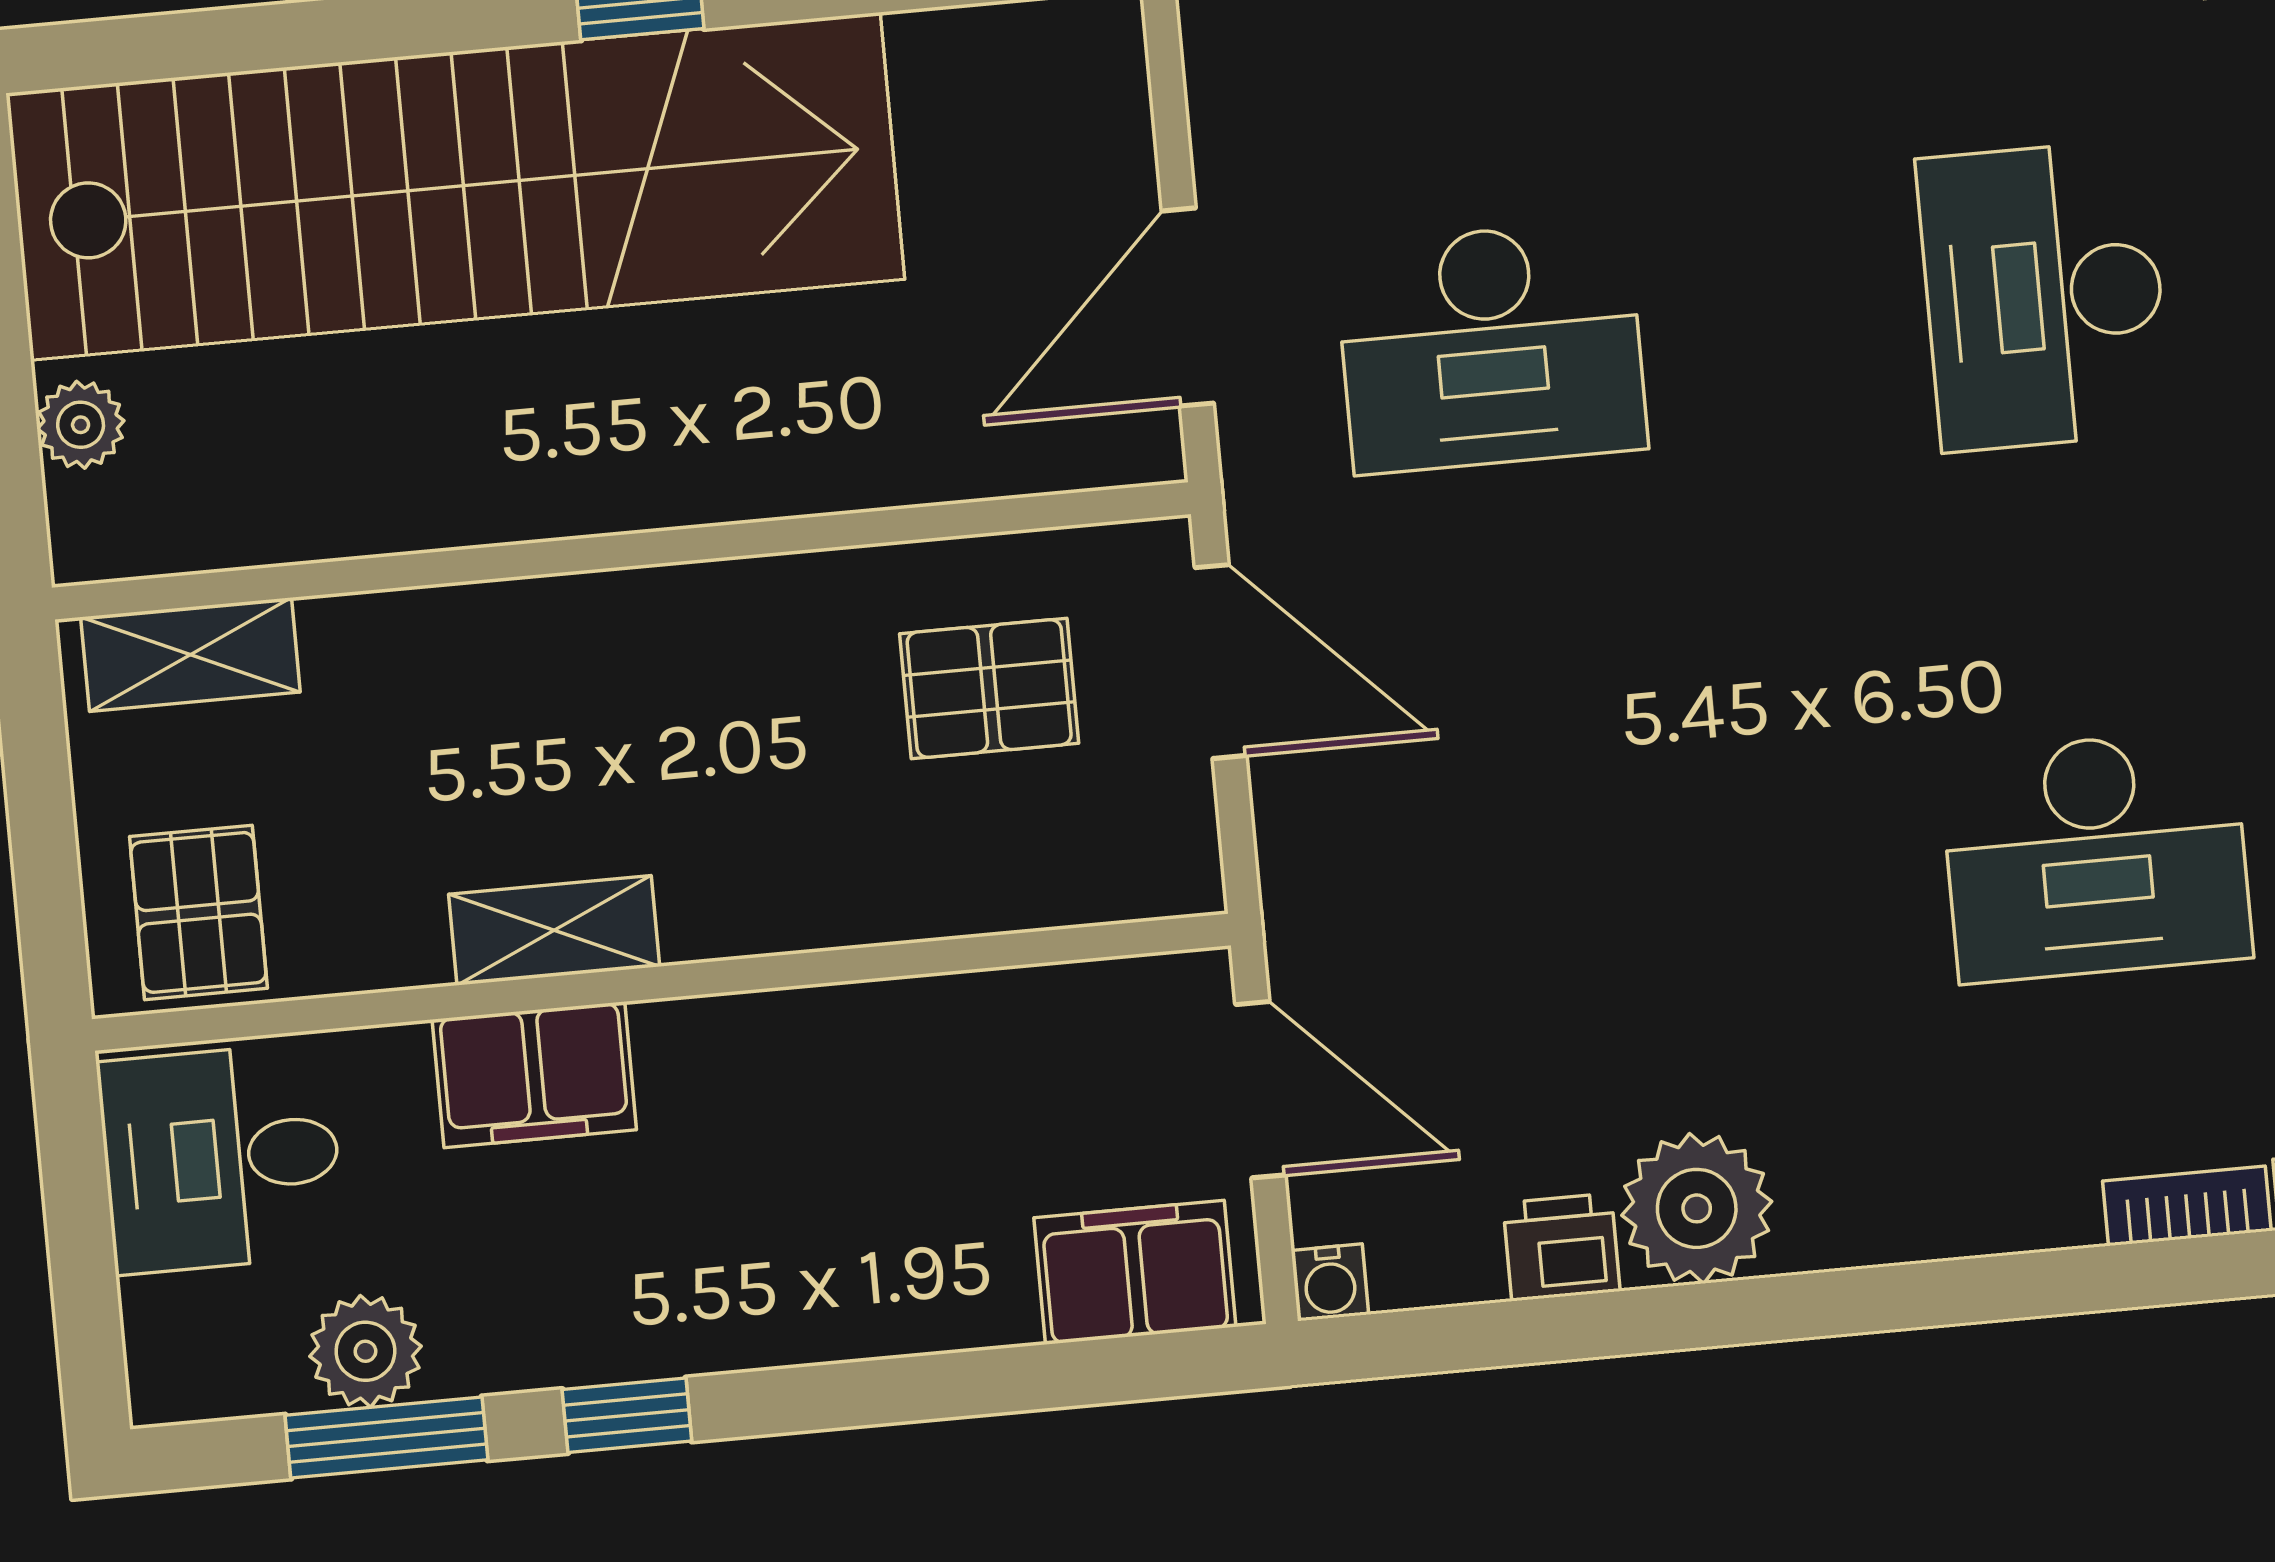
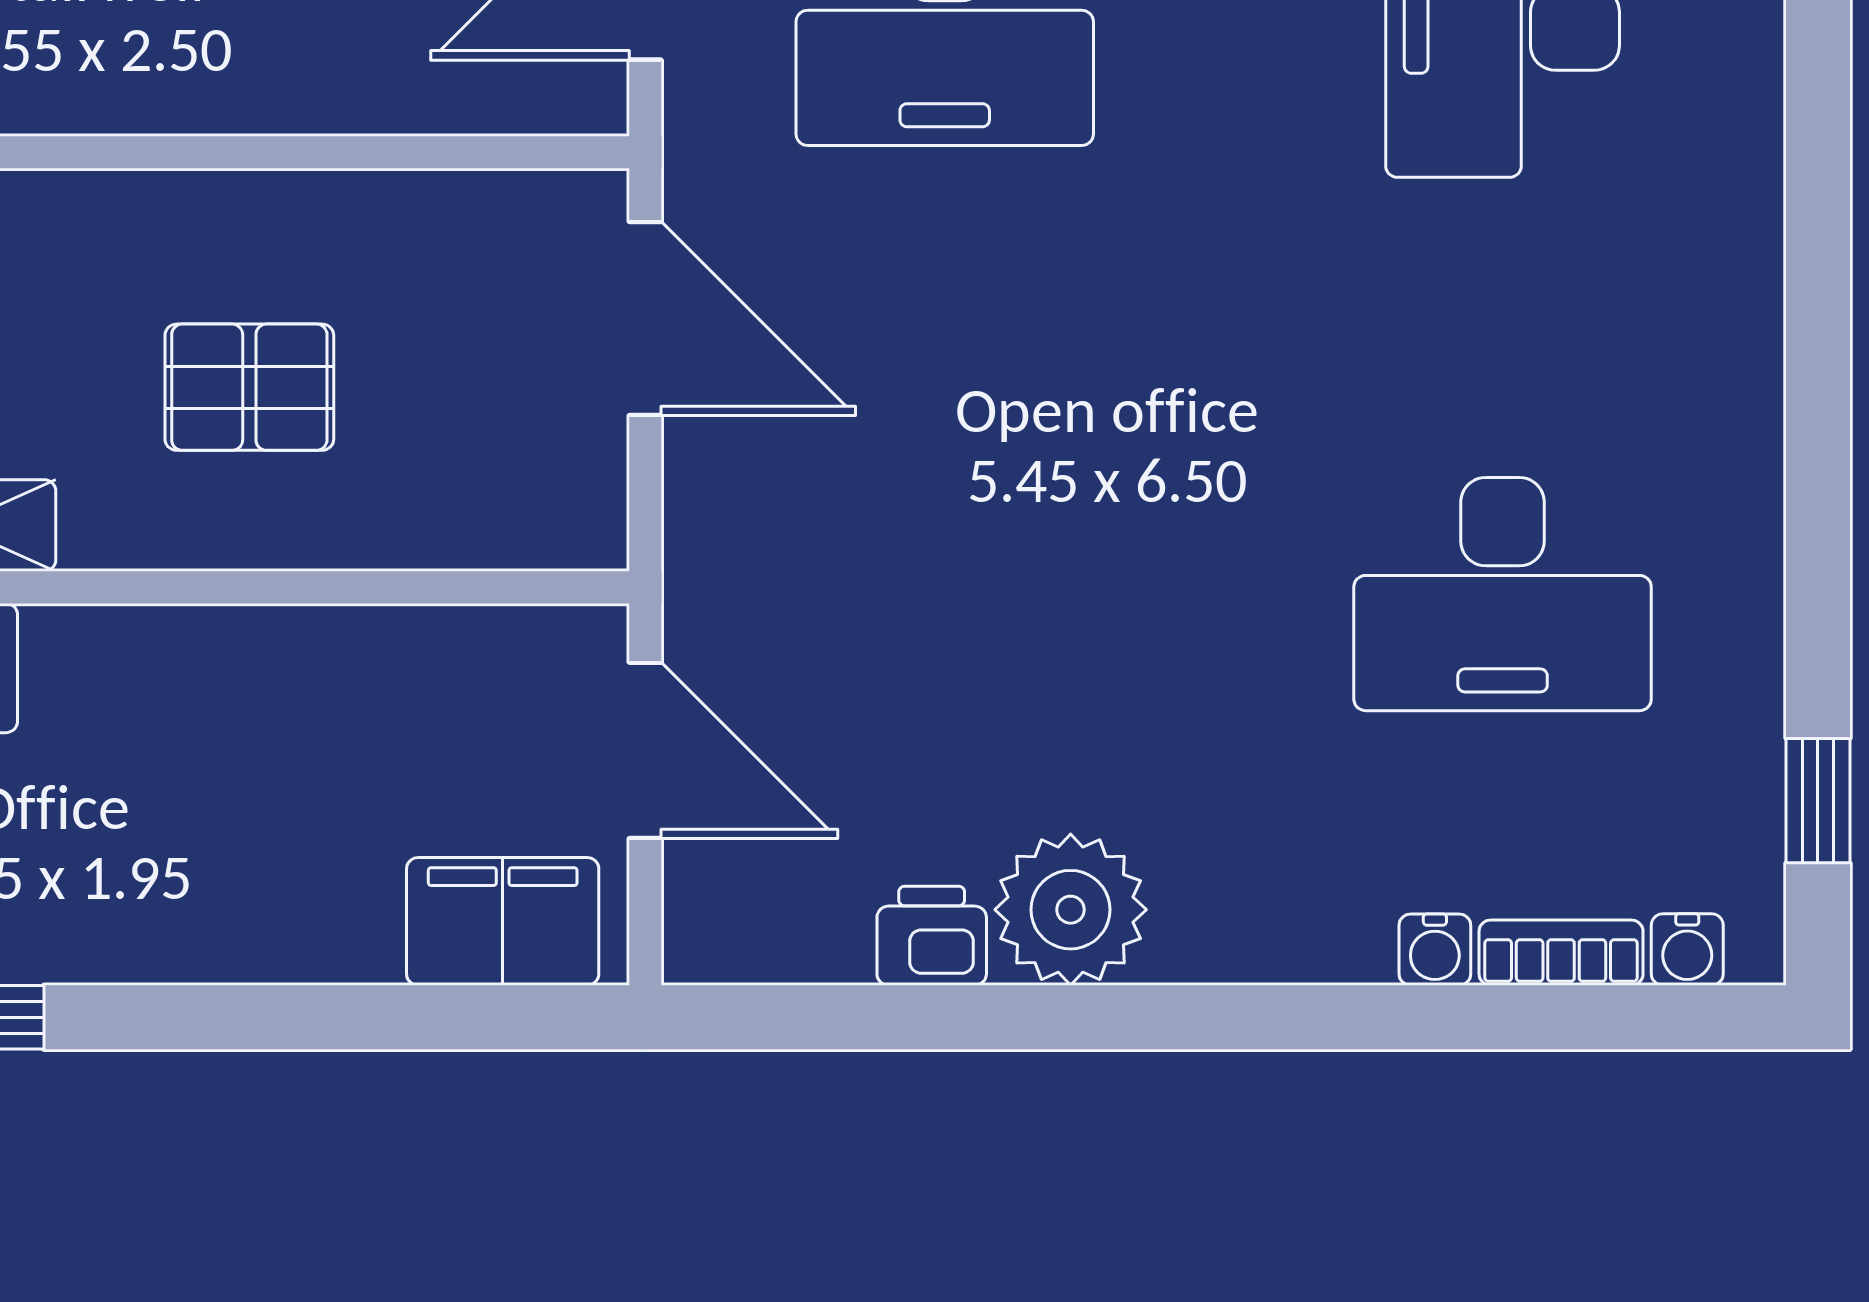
pallet: (989, 688) -> (249, 387), moved
water cooler: (1330, 1282) -> (1435, 950), moved

